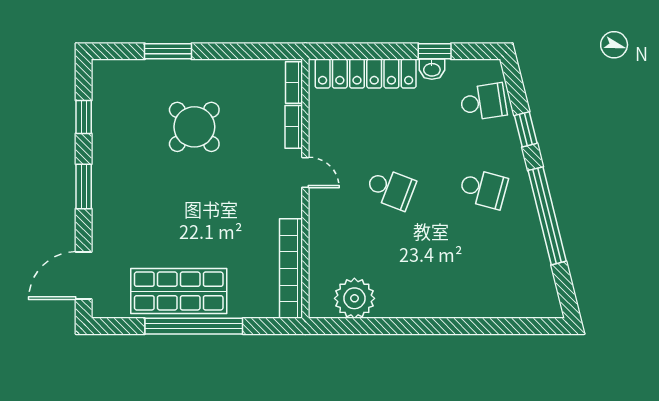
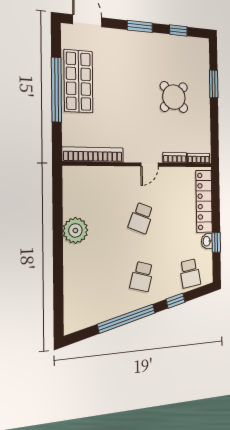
plant: (354, 298) -> (75, 230), moved

